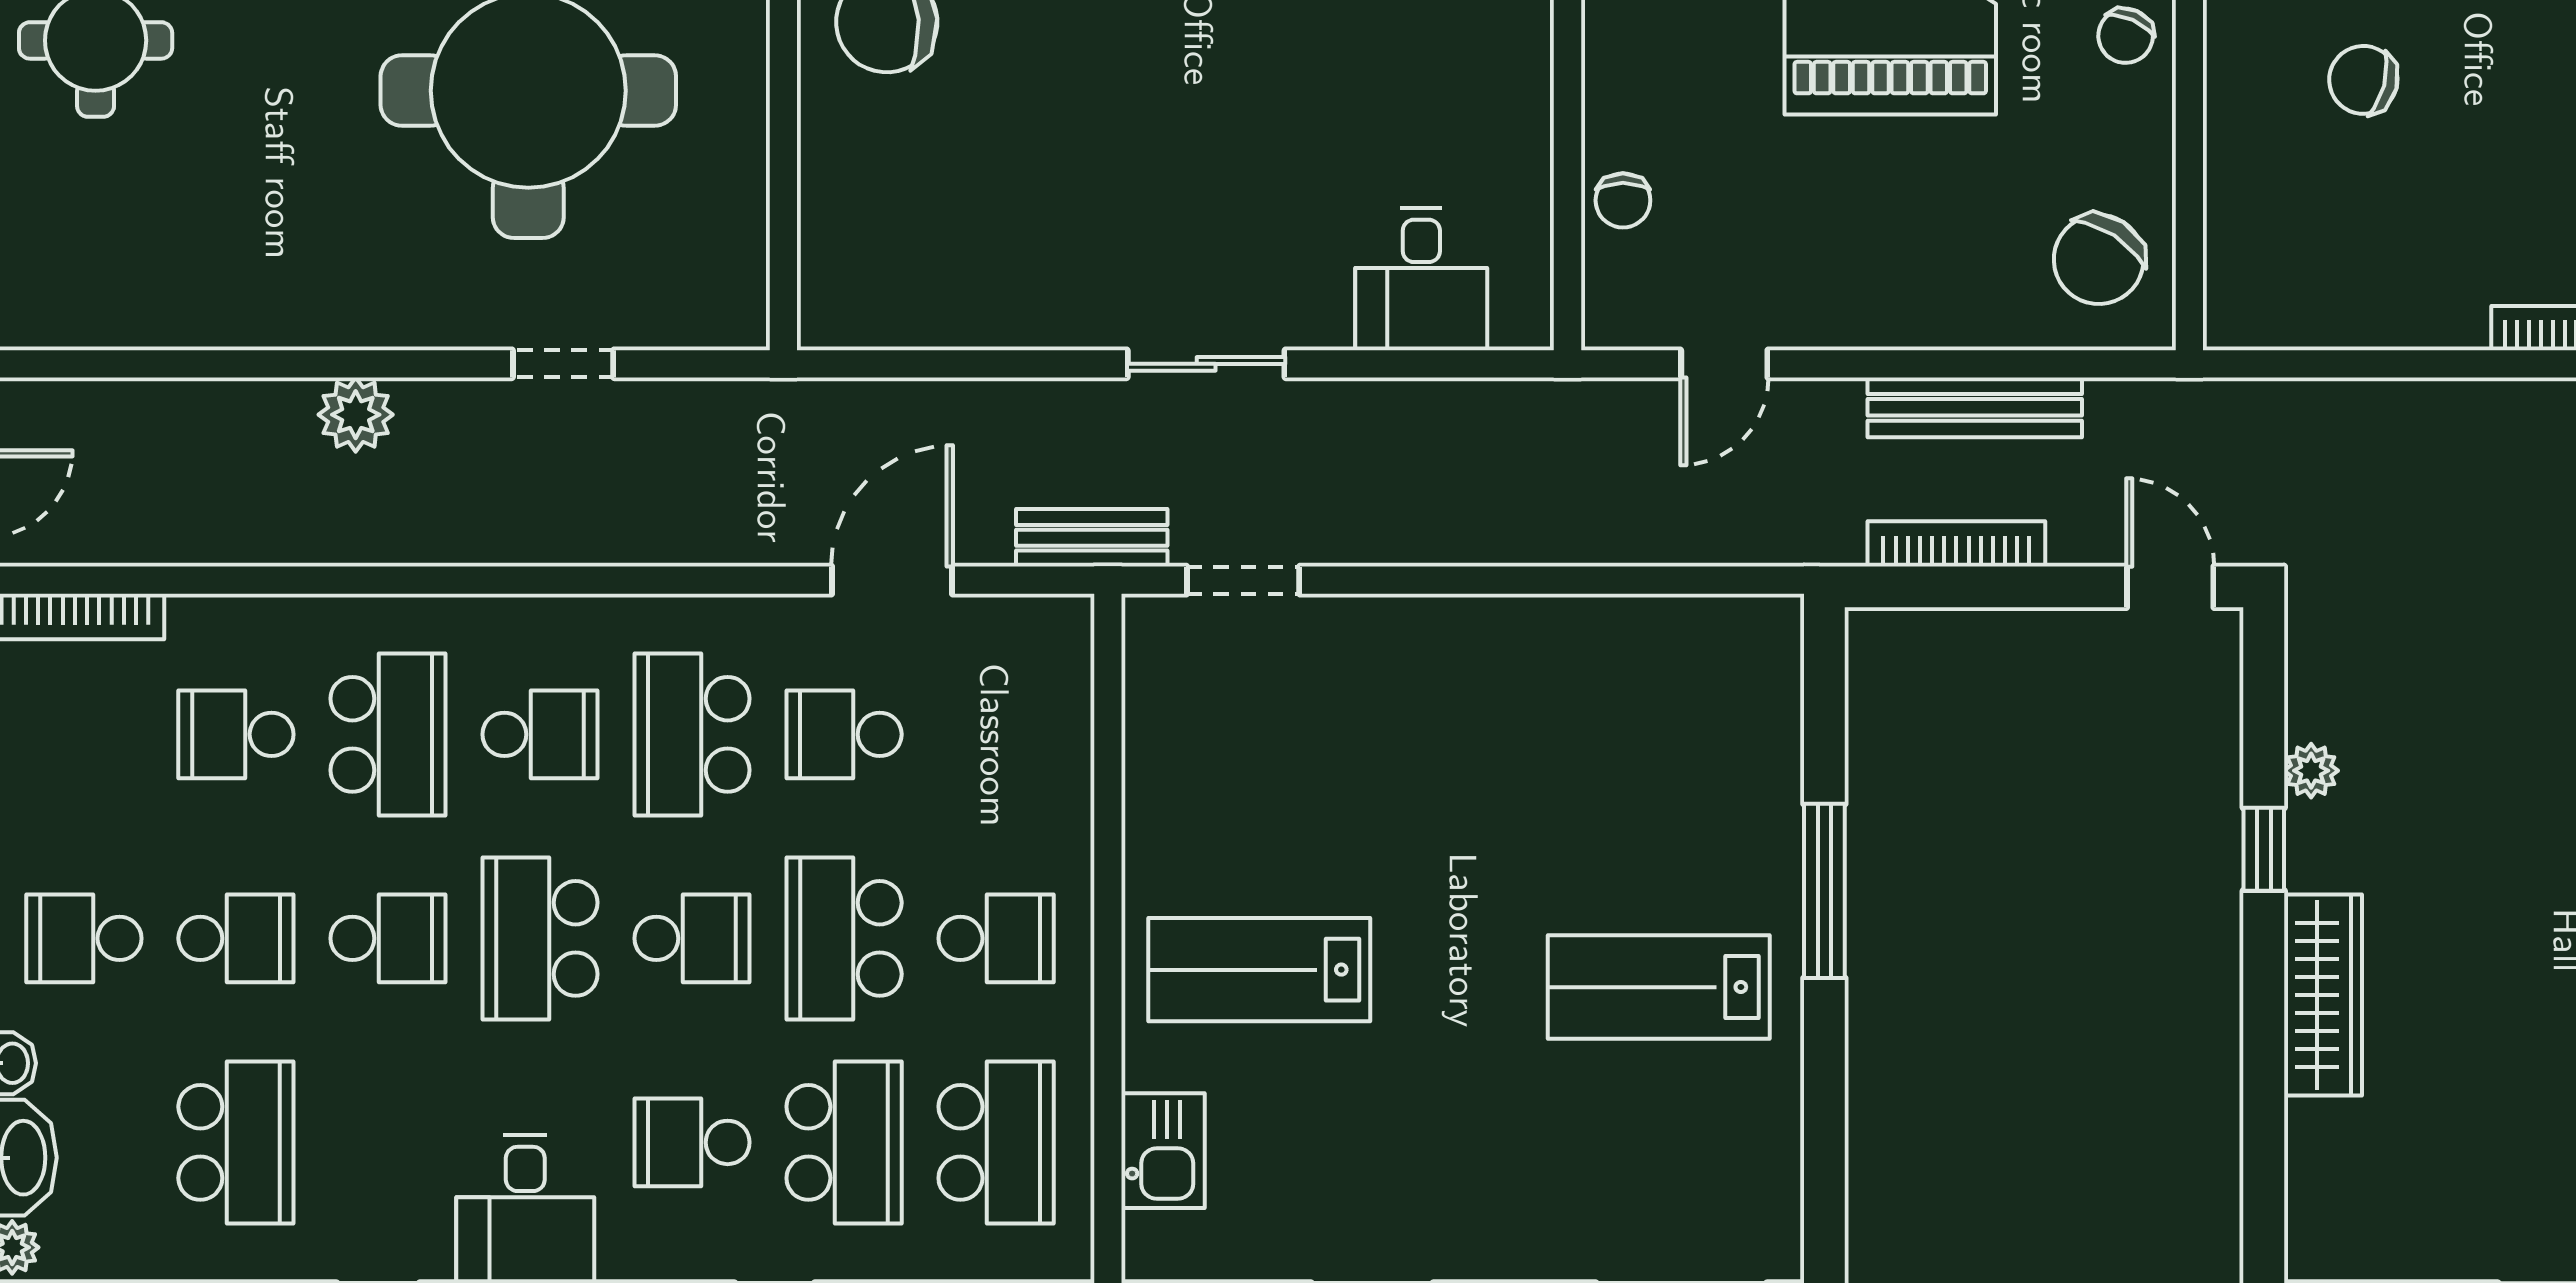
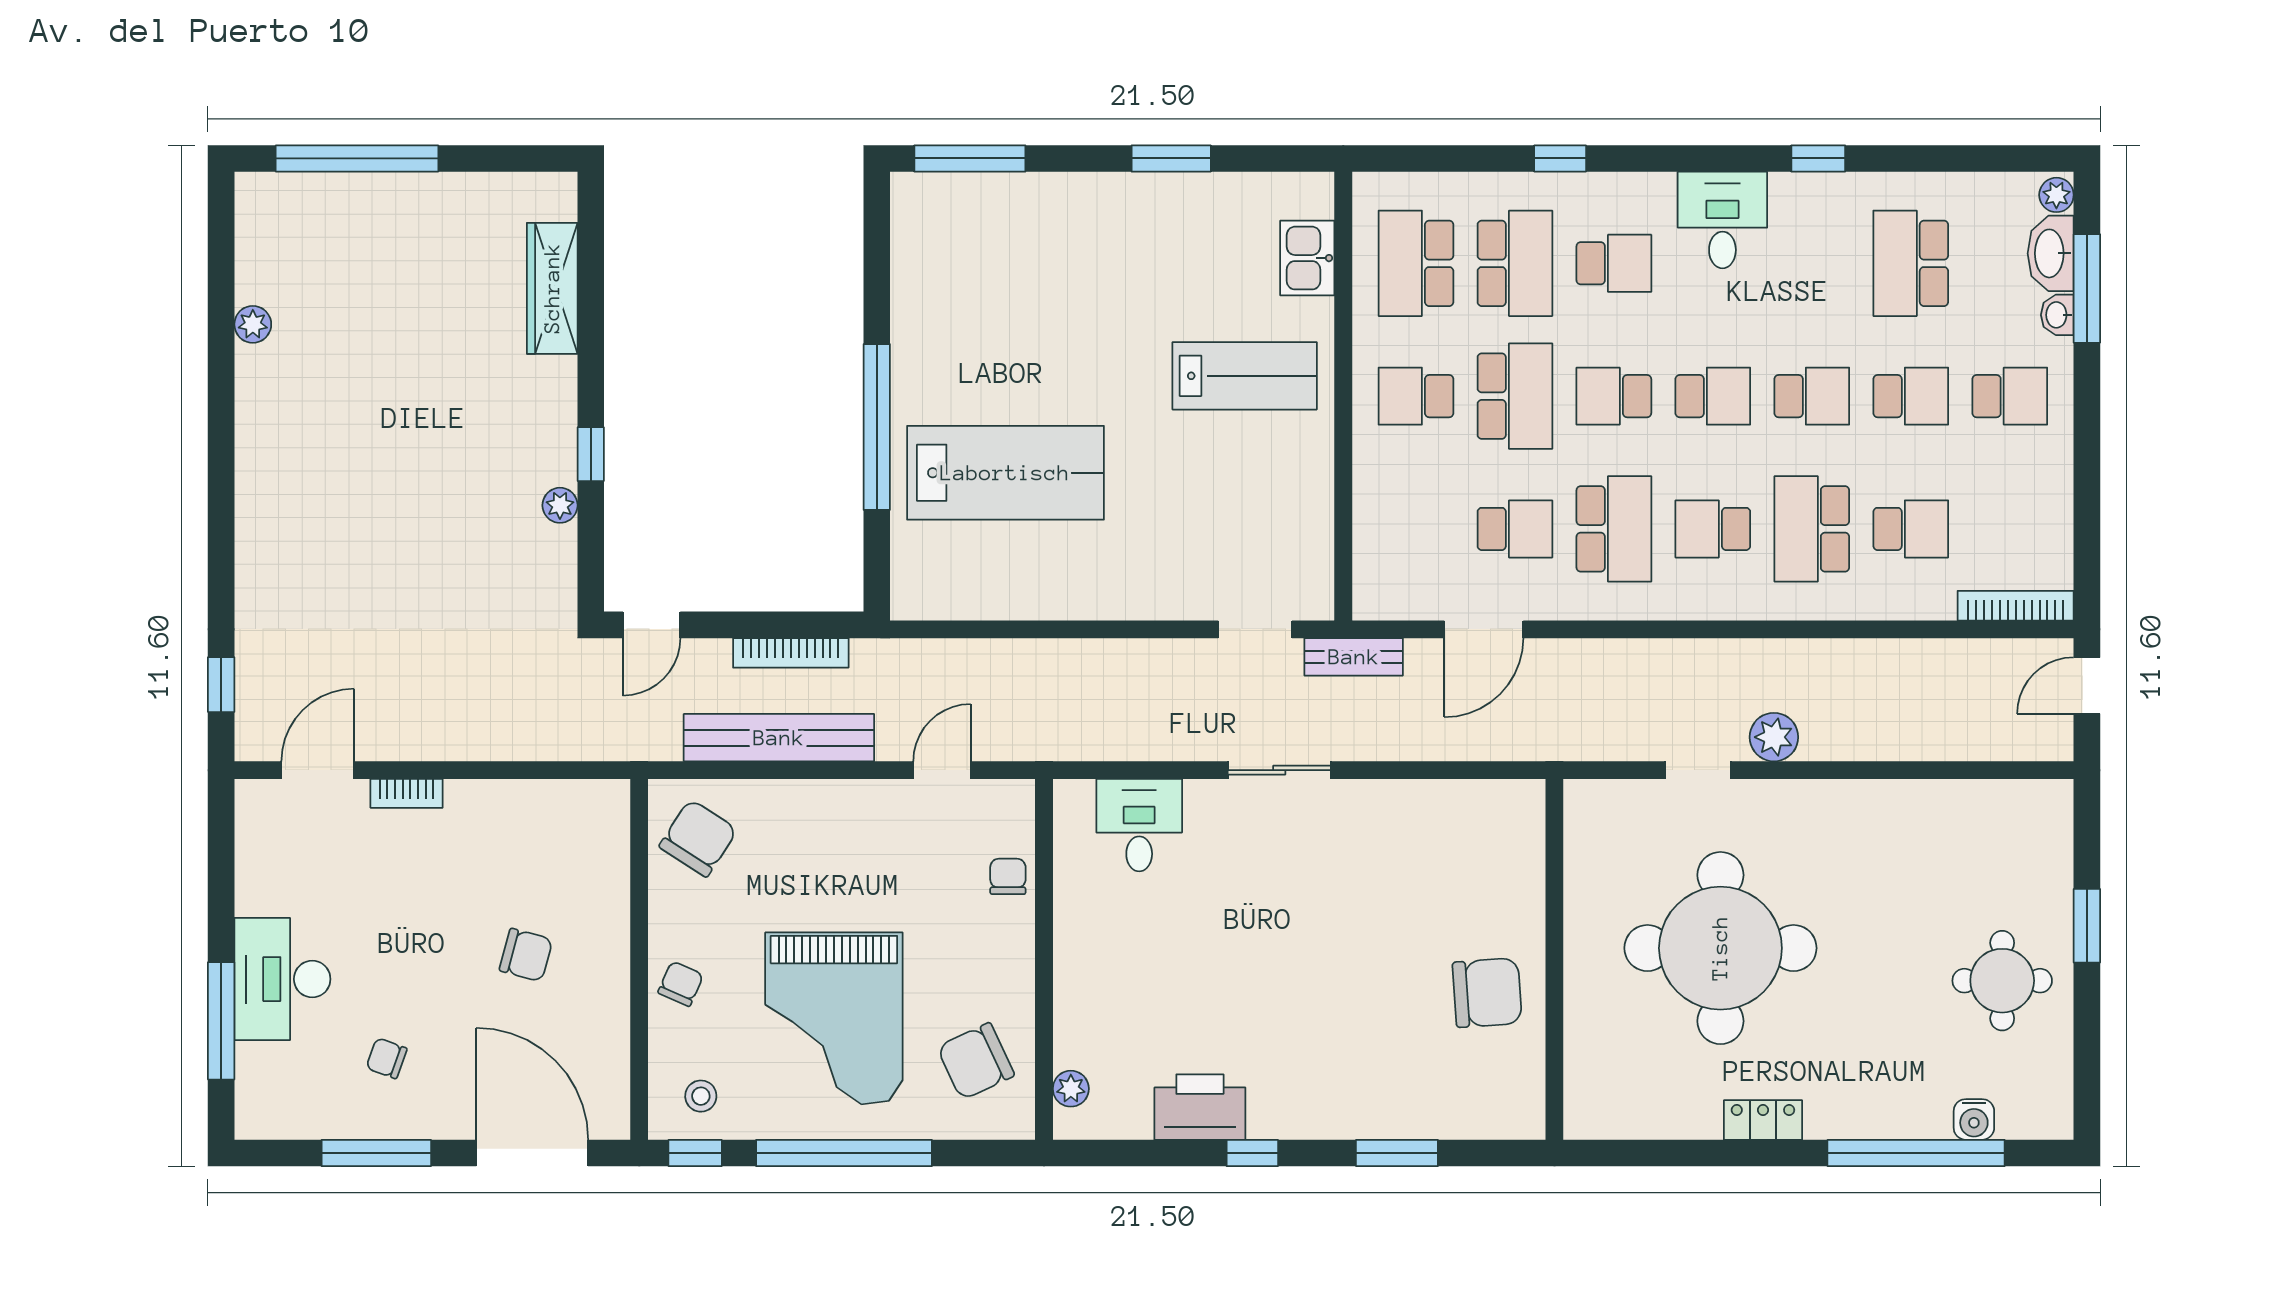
bench: (1975, 407) -> (779, 738), width x1.37, depth x1.21
plant: (356, 415) -> (1774, 737), moved
door: (2170, 587) -> (652, 625), hinge flipped
window: (1824, 891) -> (877, 427), width x1.46
school desk: (236, 938) -> (1911, 396), turned 180
school desk: (388, 938) -> (1812, 396), turned 180
school desk: (540, 938) -> (1713, 396), width x0.54
lab bench: (1659, 987) -> (1005, 473), moved, width x1.36, depth x1.39
wardrobe: (2323, 995) -> (552, 288), moved
school desk: (844, 1142) -> (1515, 263), turned 180

